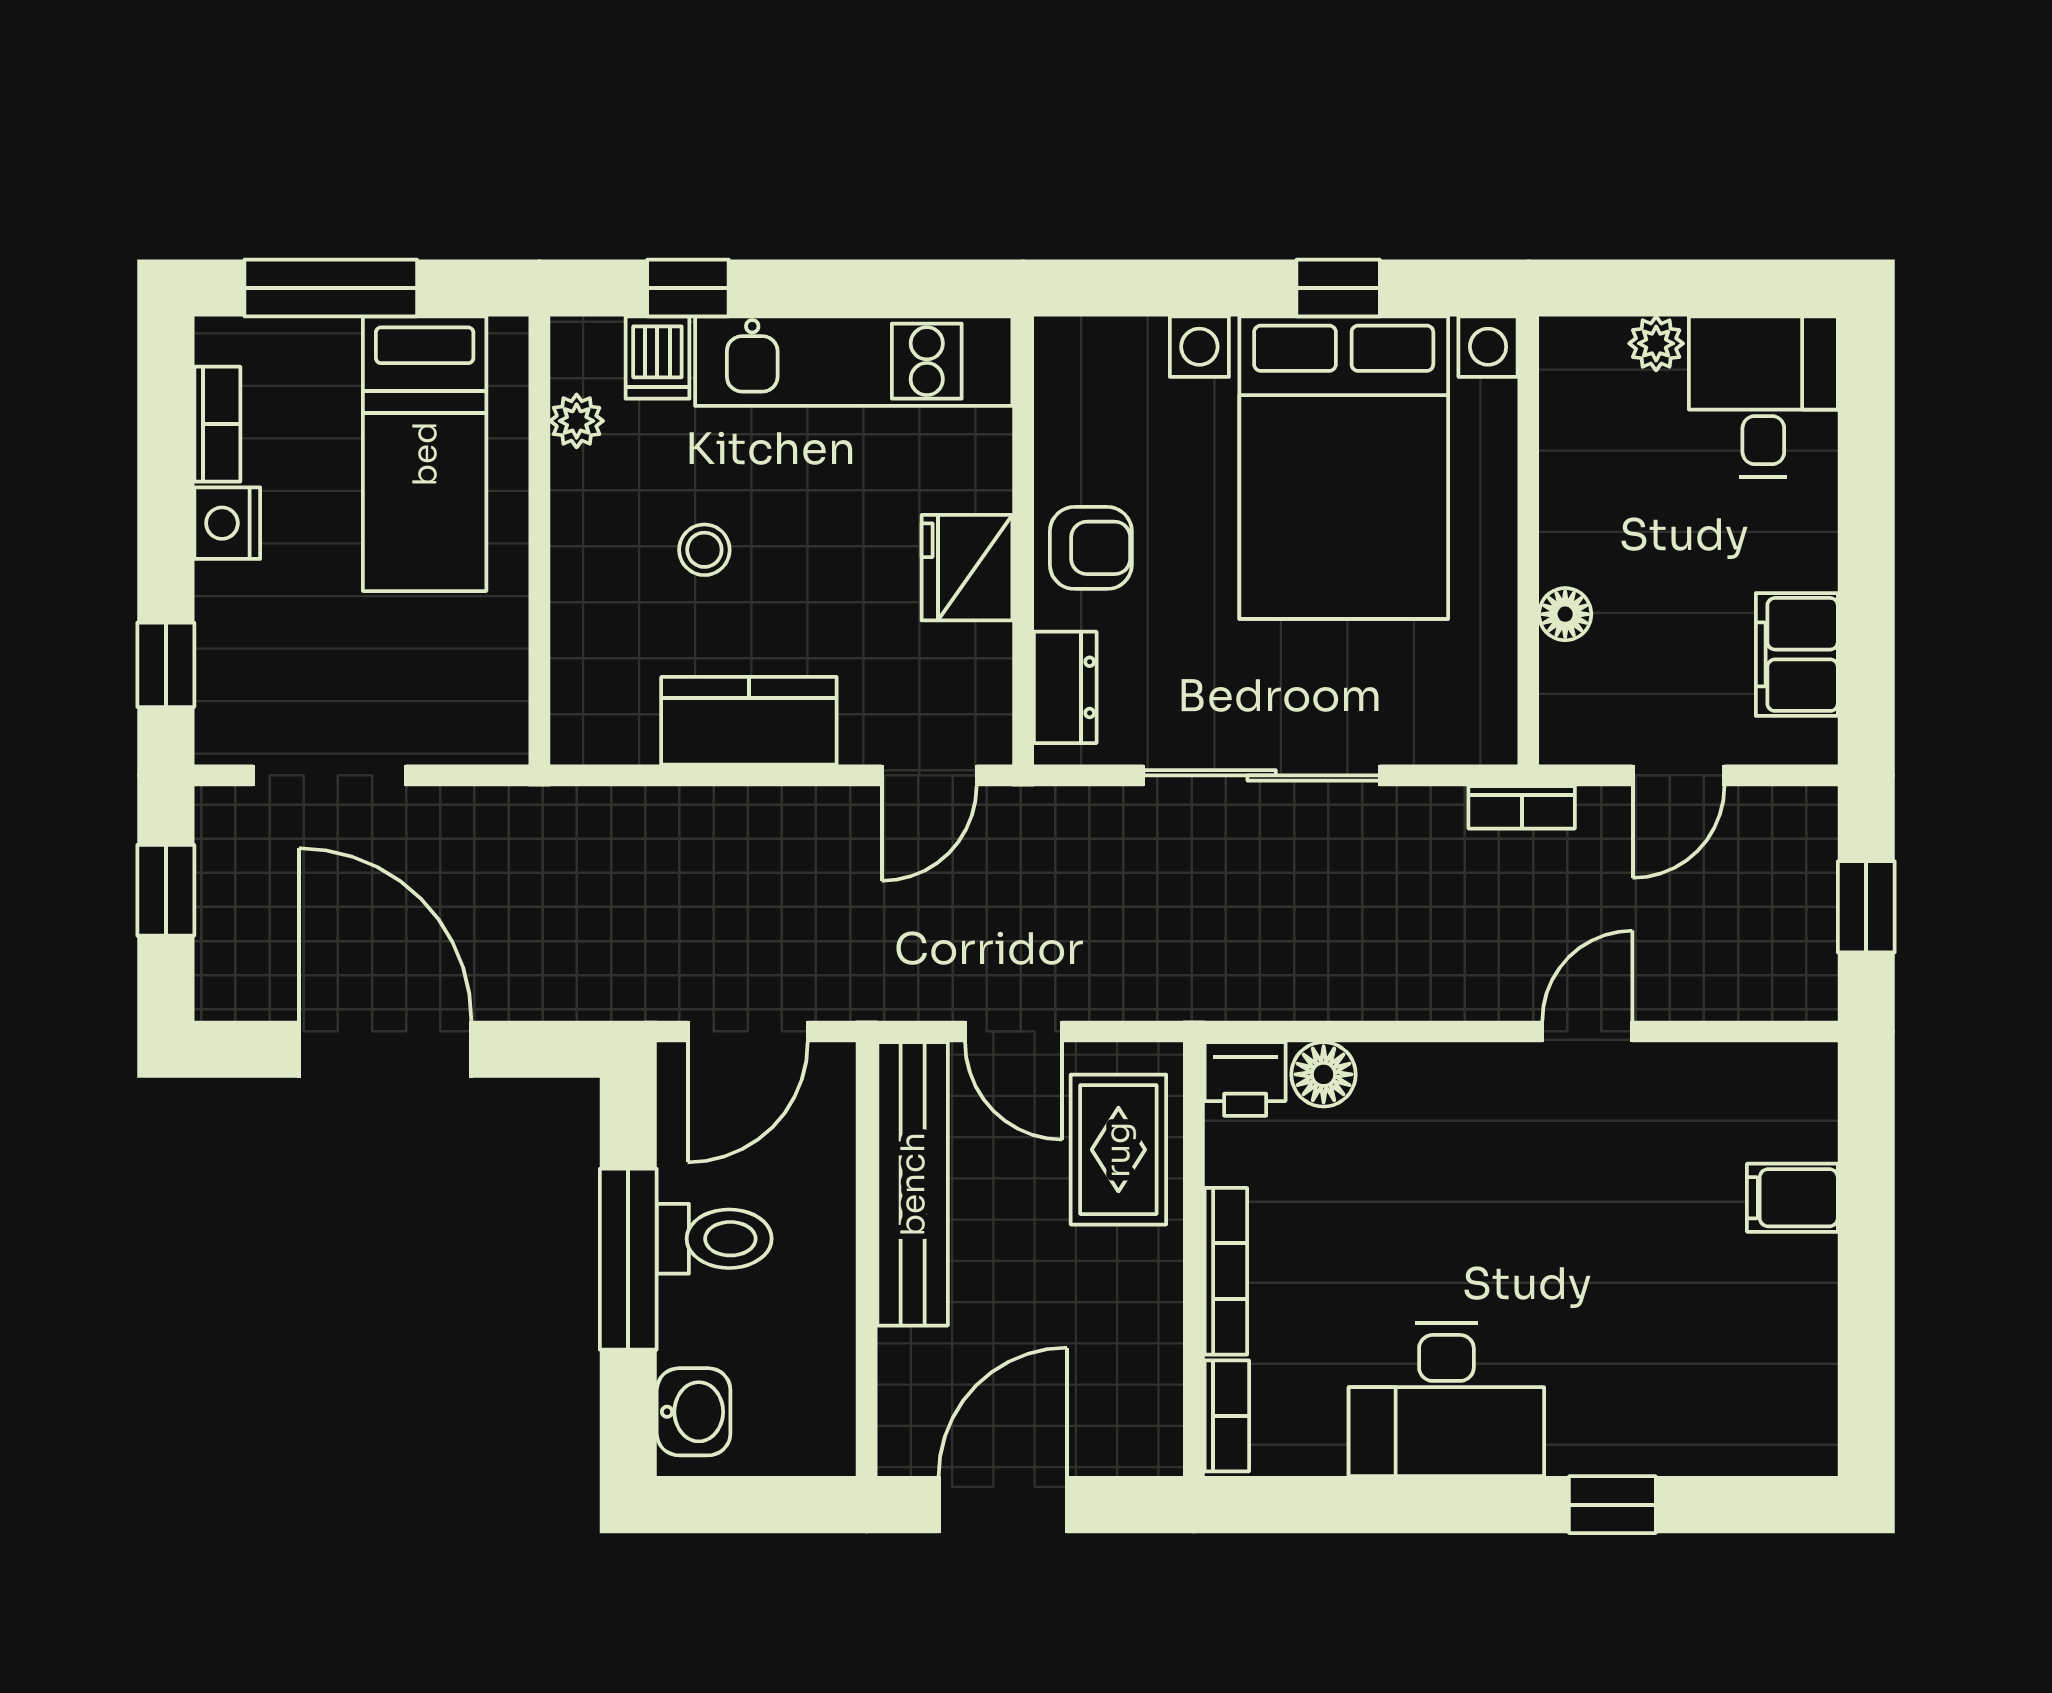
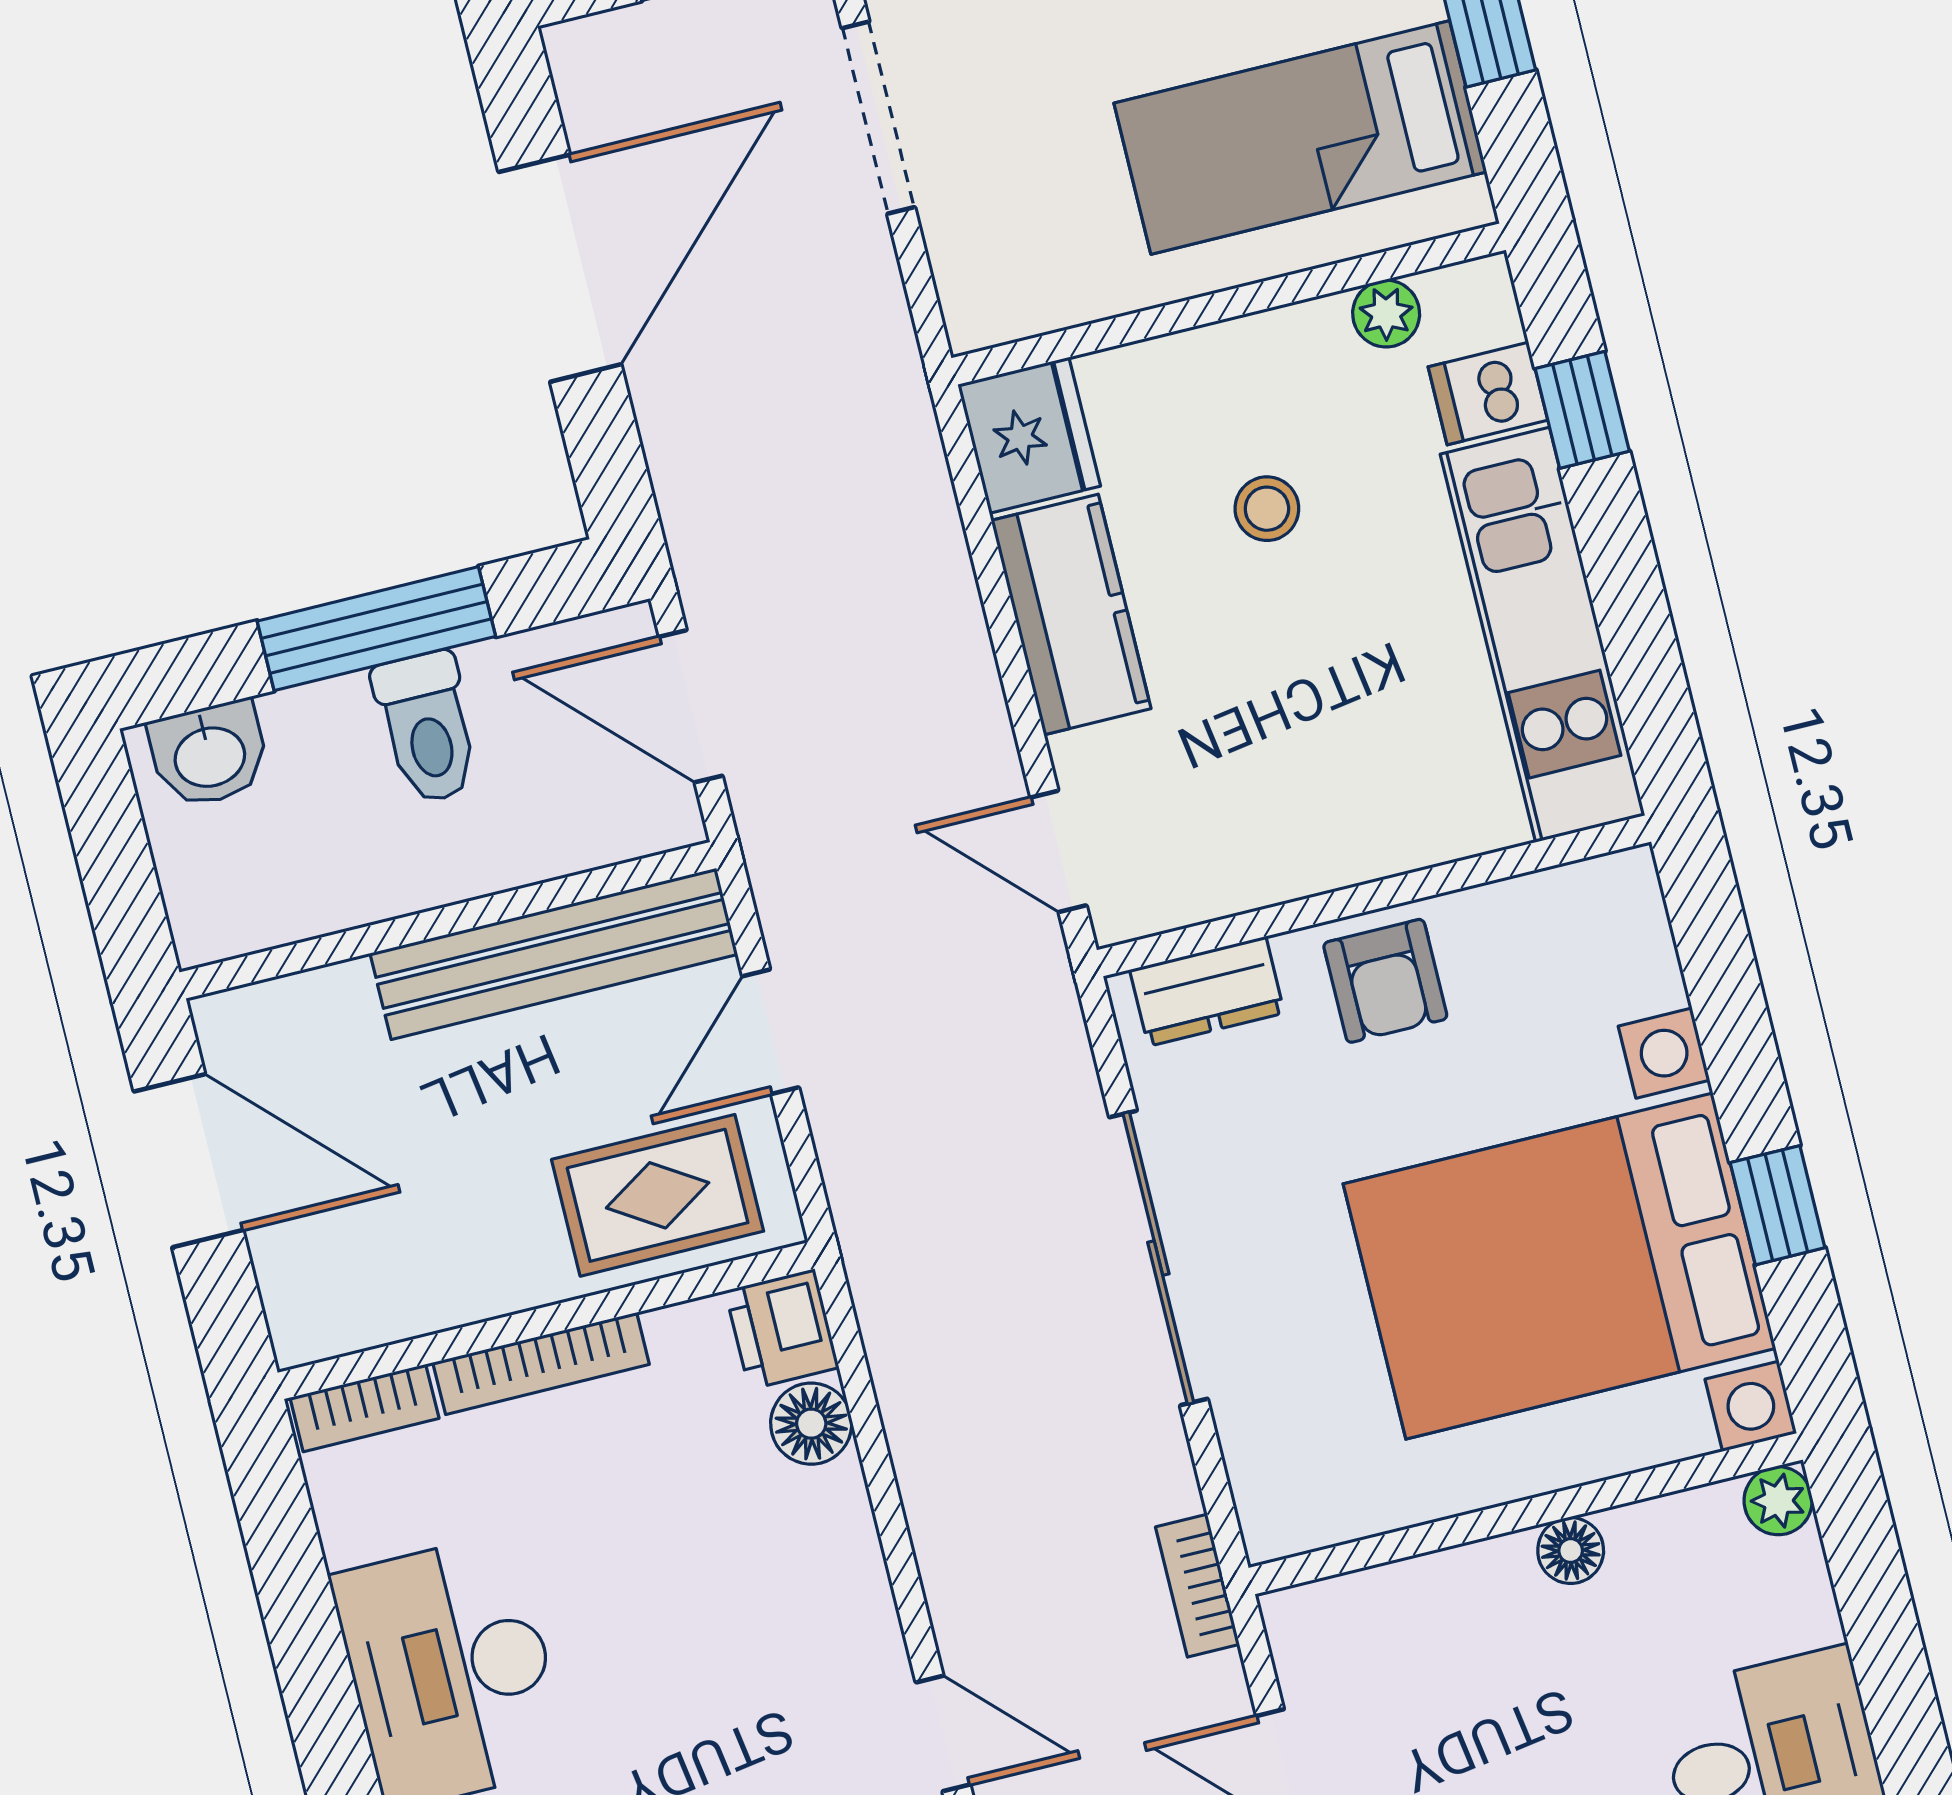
plant: (1656, 343) -> (1778, 1501), moved
fridge: (967, 568) -> (1029, 435), moved, turned 90
floor lamp: (1565, 614) -> (1571, 1551), moved

